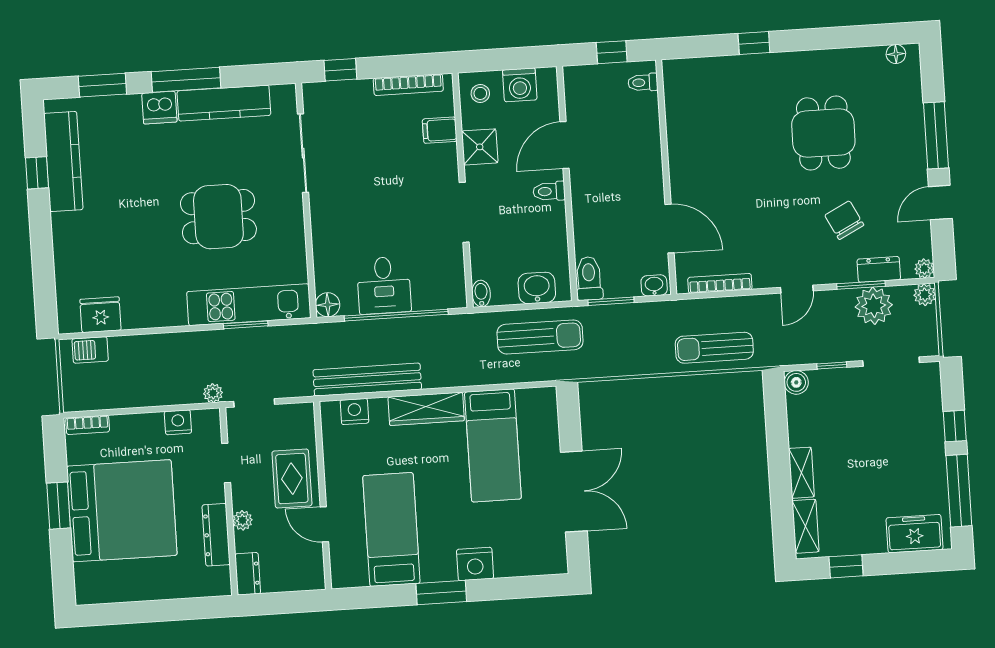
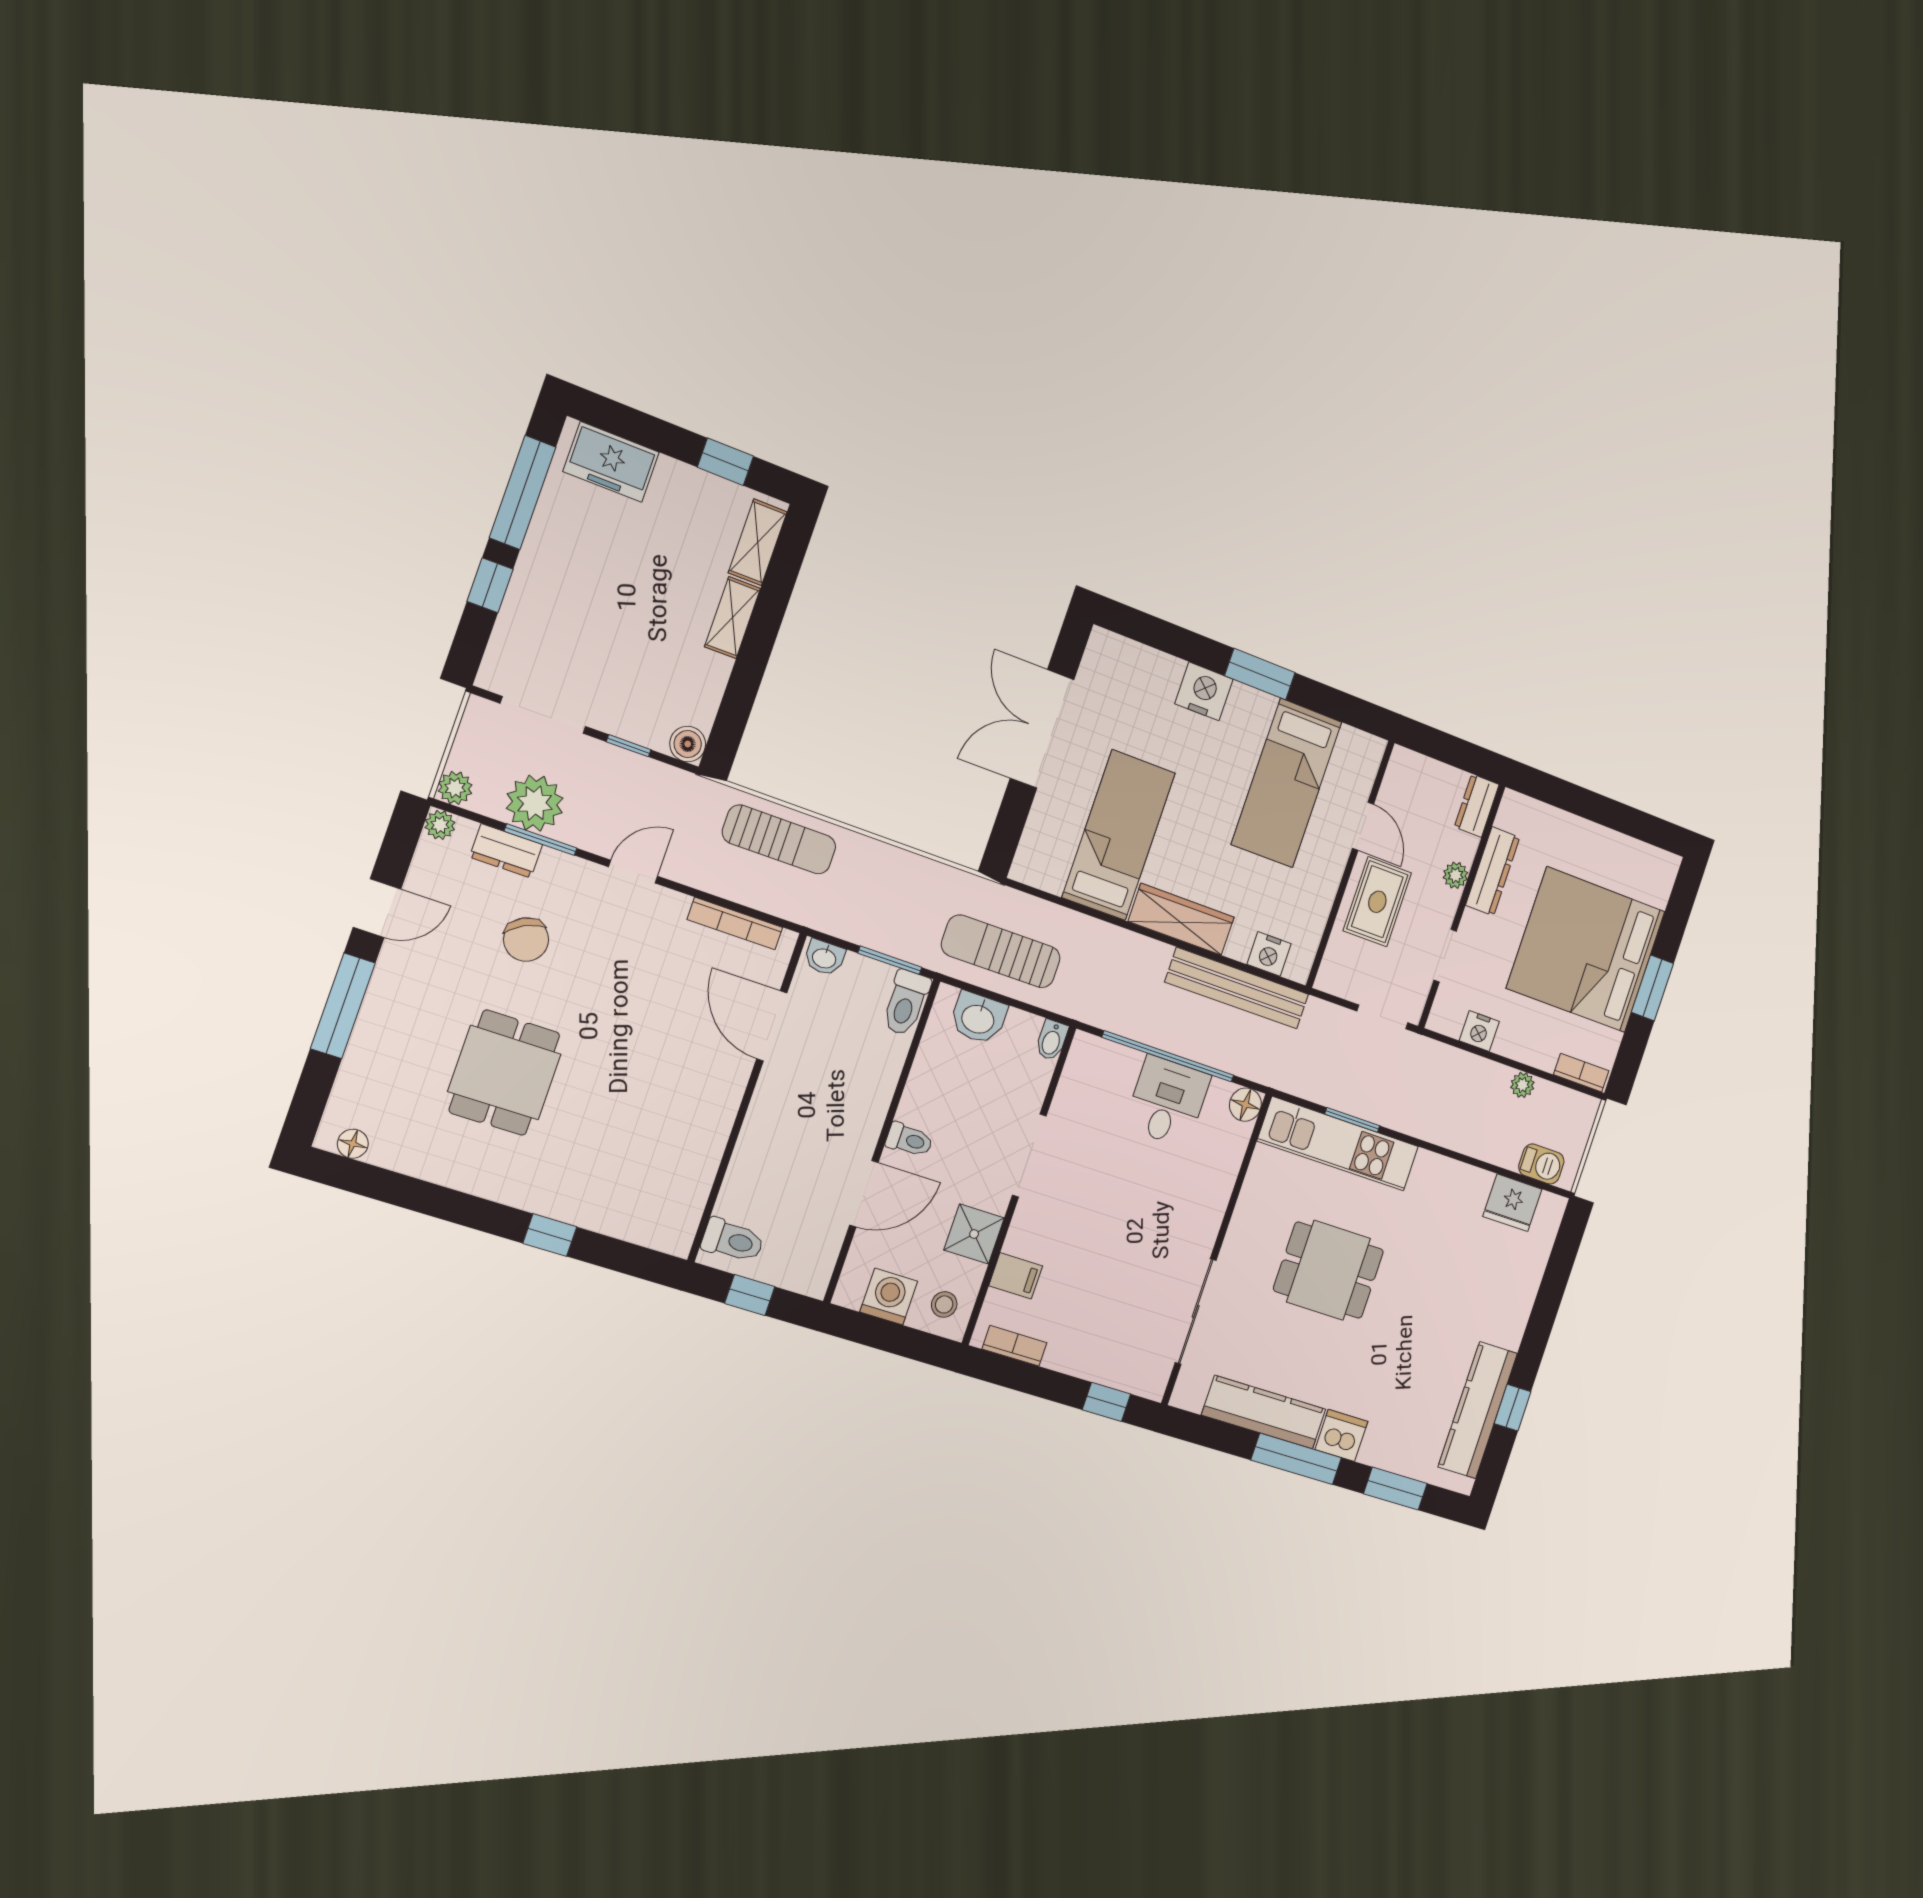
toilet: (643, 82) -> (733, 1241), width x1.37, depth x1.39
bookcase: (408, 85) -> (1014, 1346), width x0.64
plant: (213, 393) -> (1522, 1085), moved

